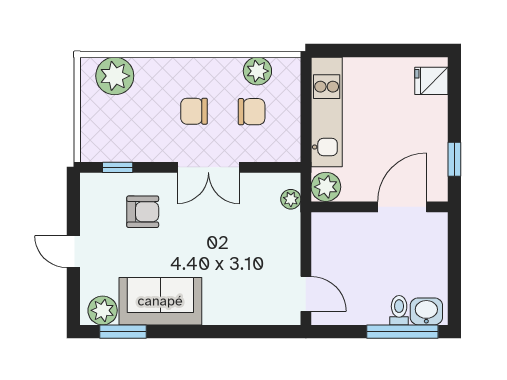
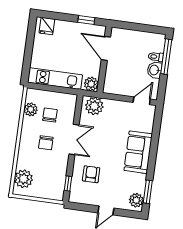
plant: (291, 199) -> (94, 106), width x1.87, depth x1.87
sofa: (160, 301) -> (138, 152), moved
washbasin: (426, 311) -> (154, 70), moved

